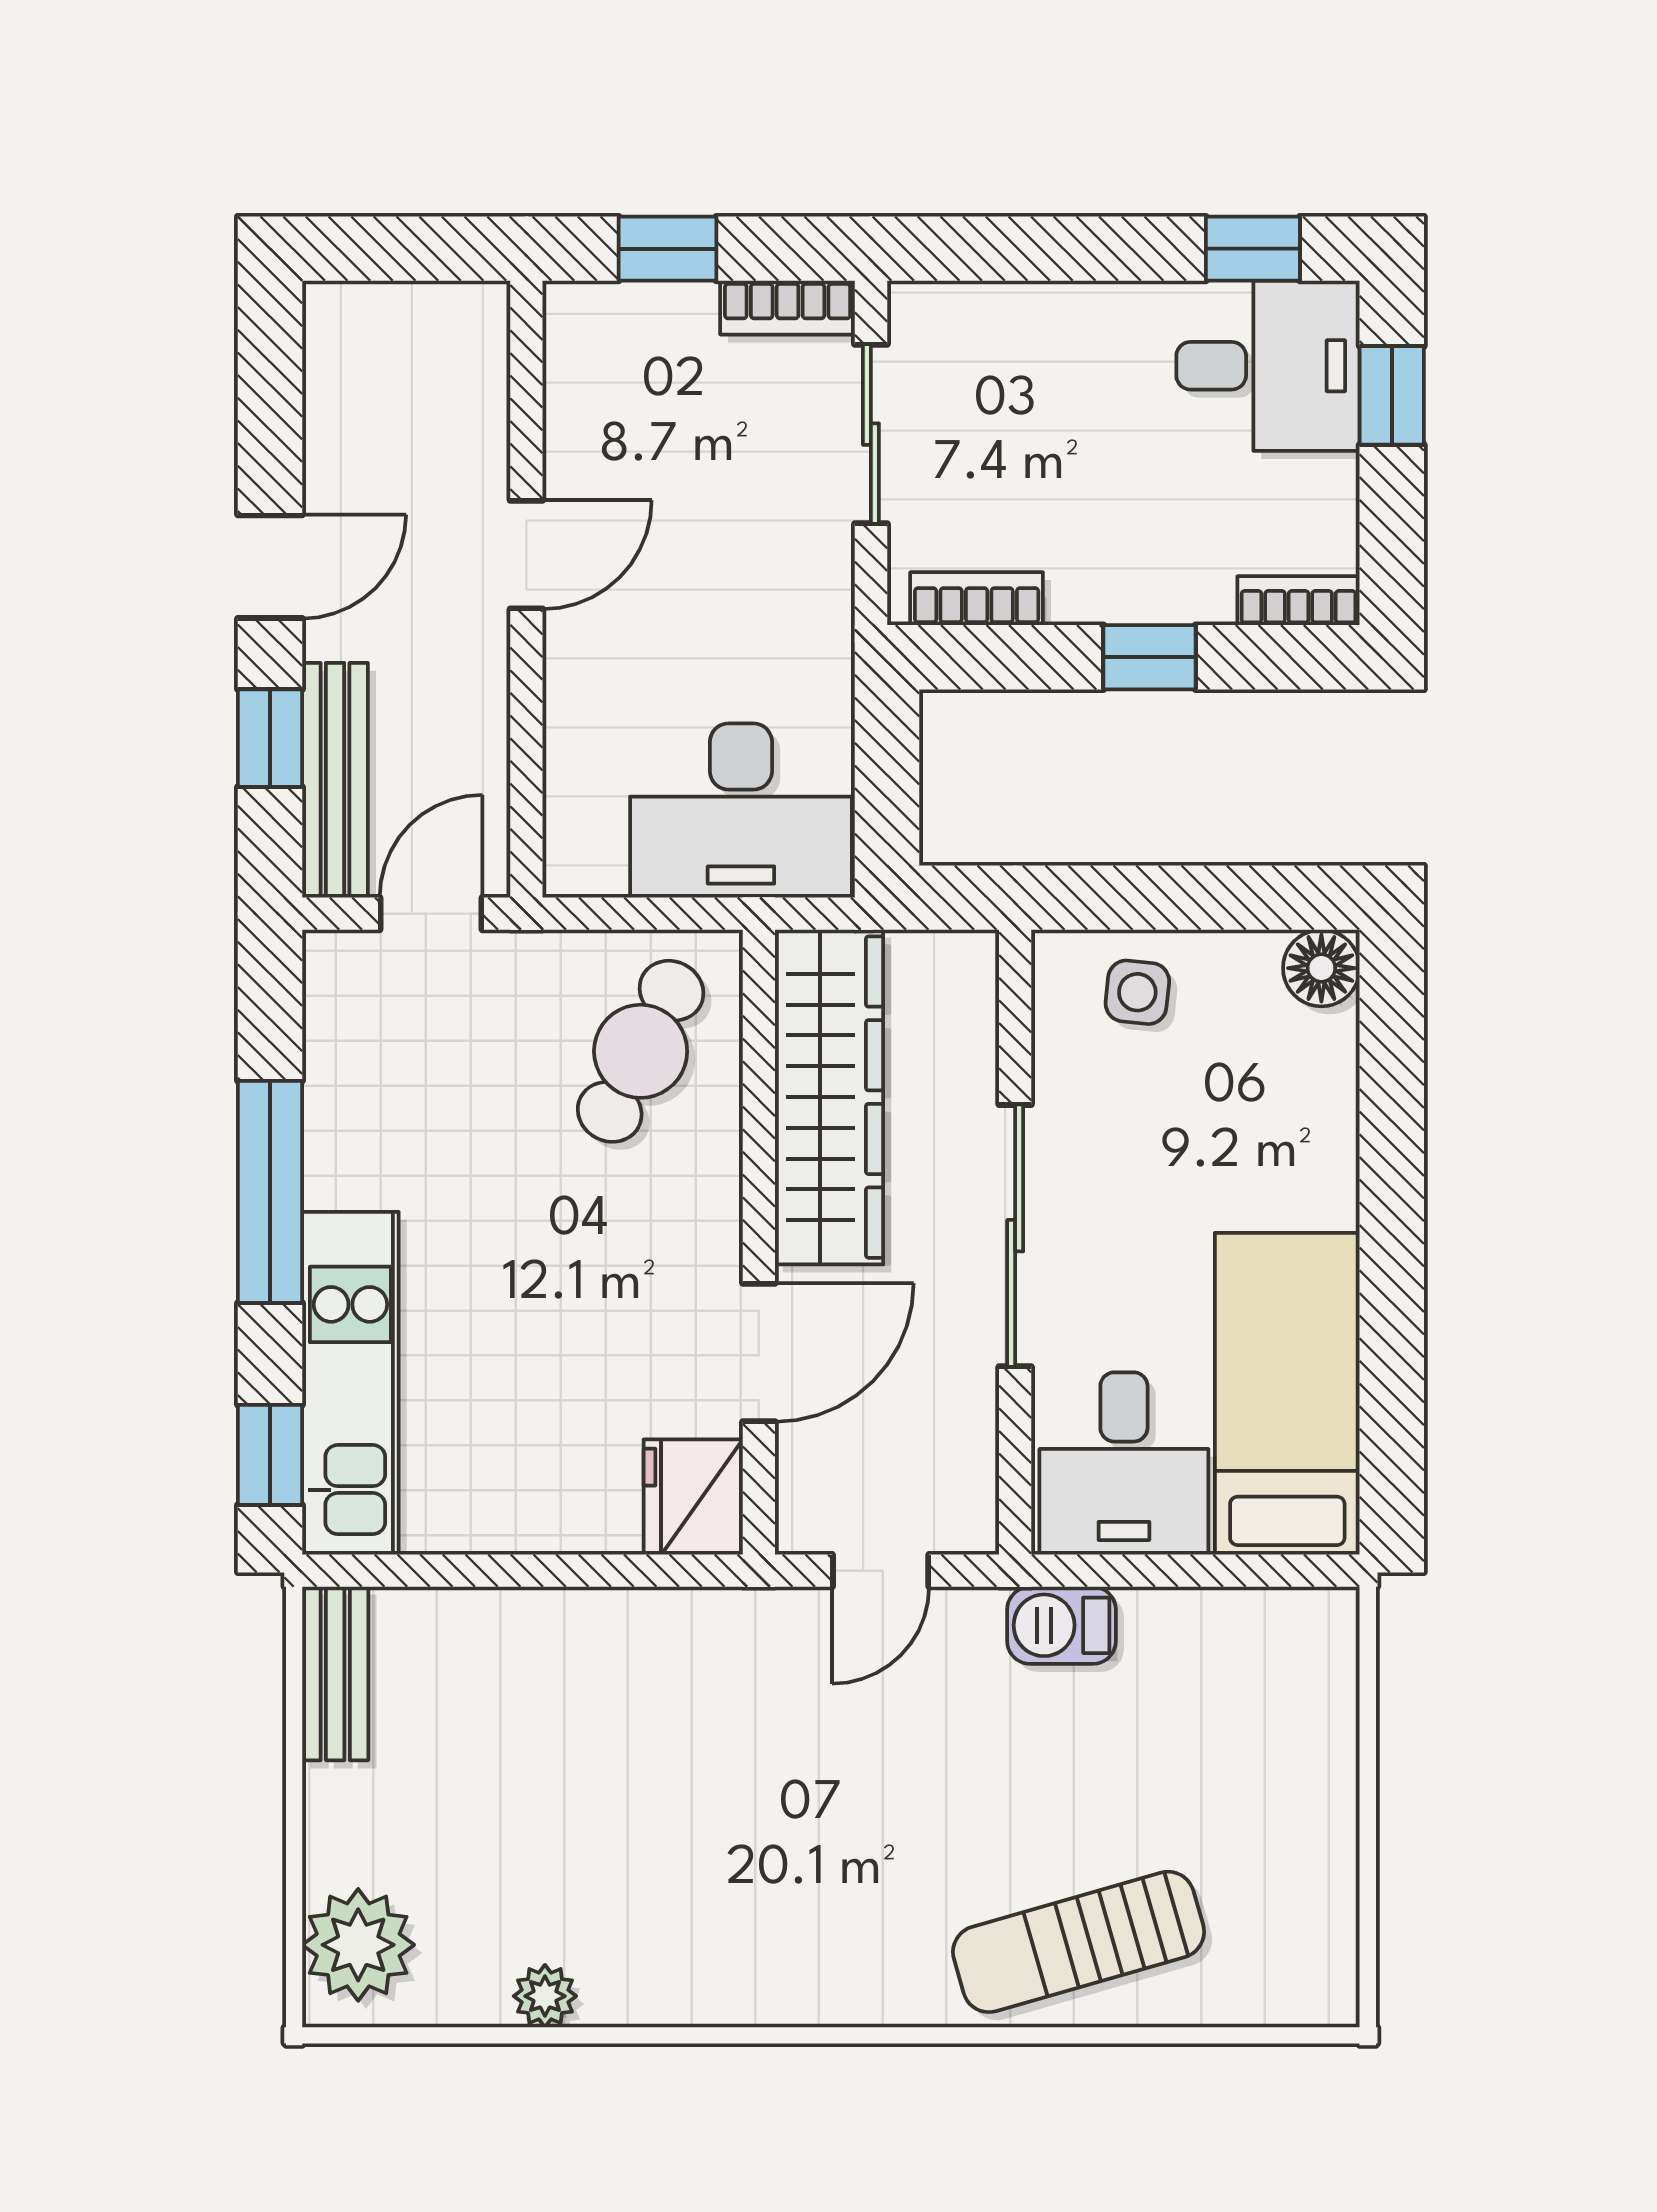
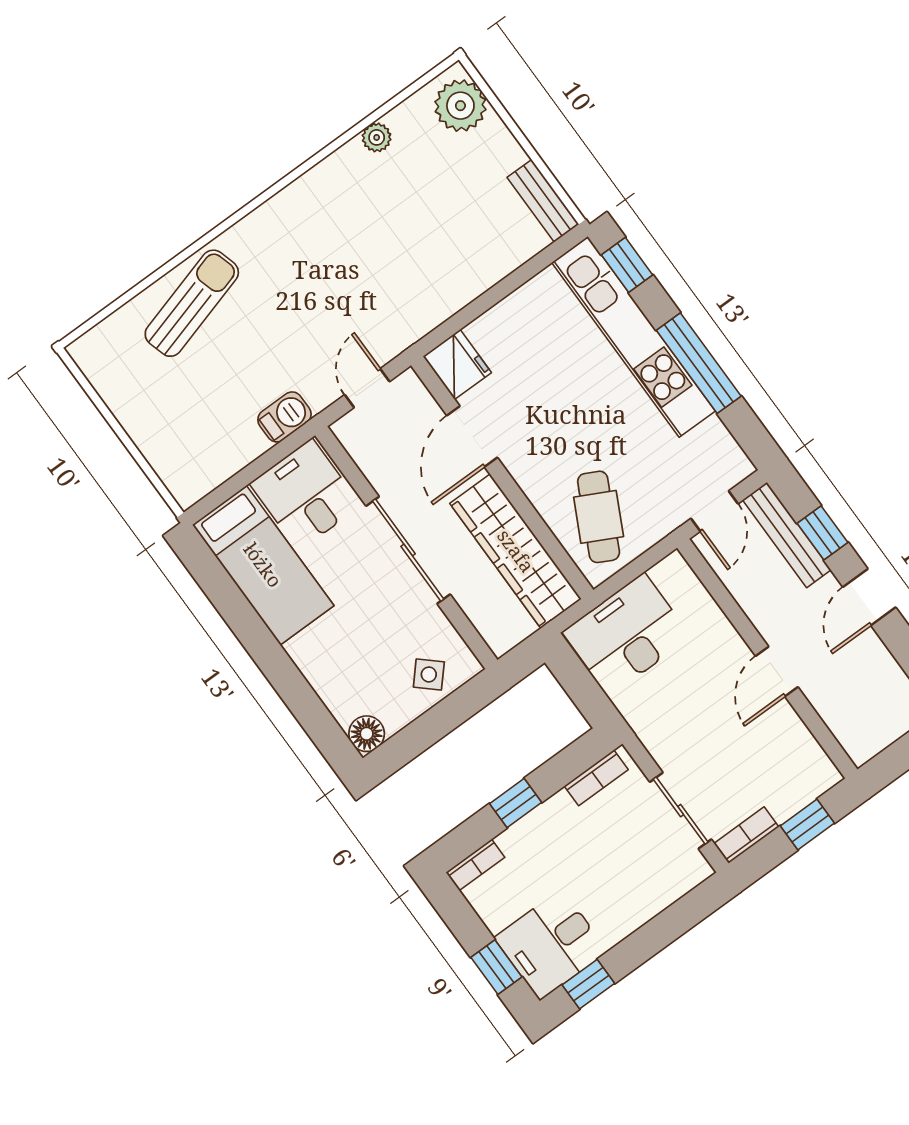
side table: (1137, 992) -> (429, 674), turned 36
kitchen unit: (350, 1383) -> (634, 337), width x1.36

